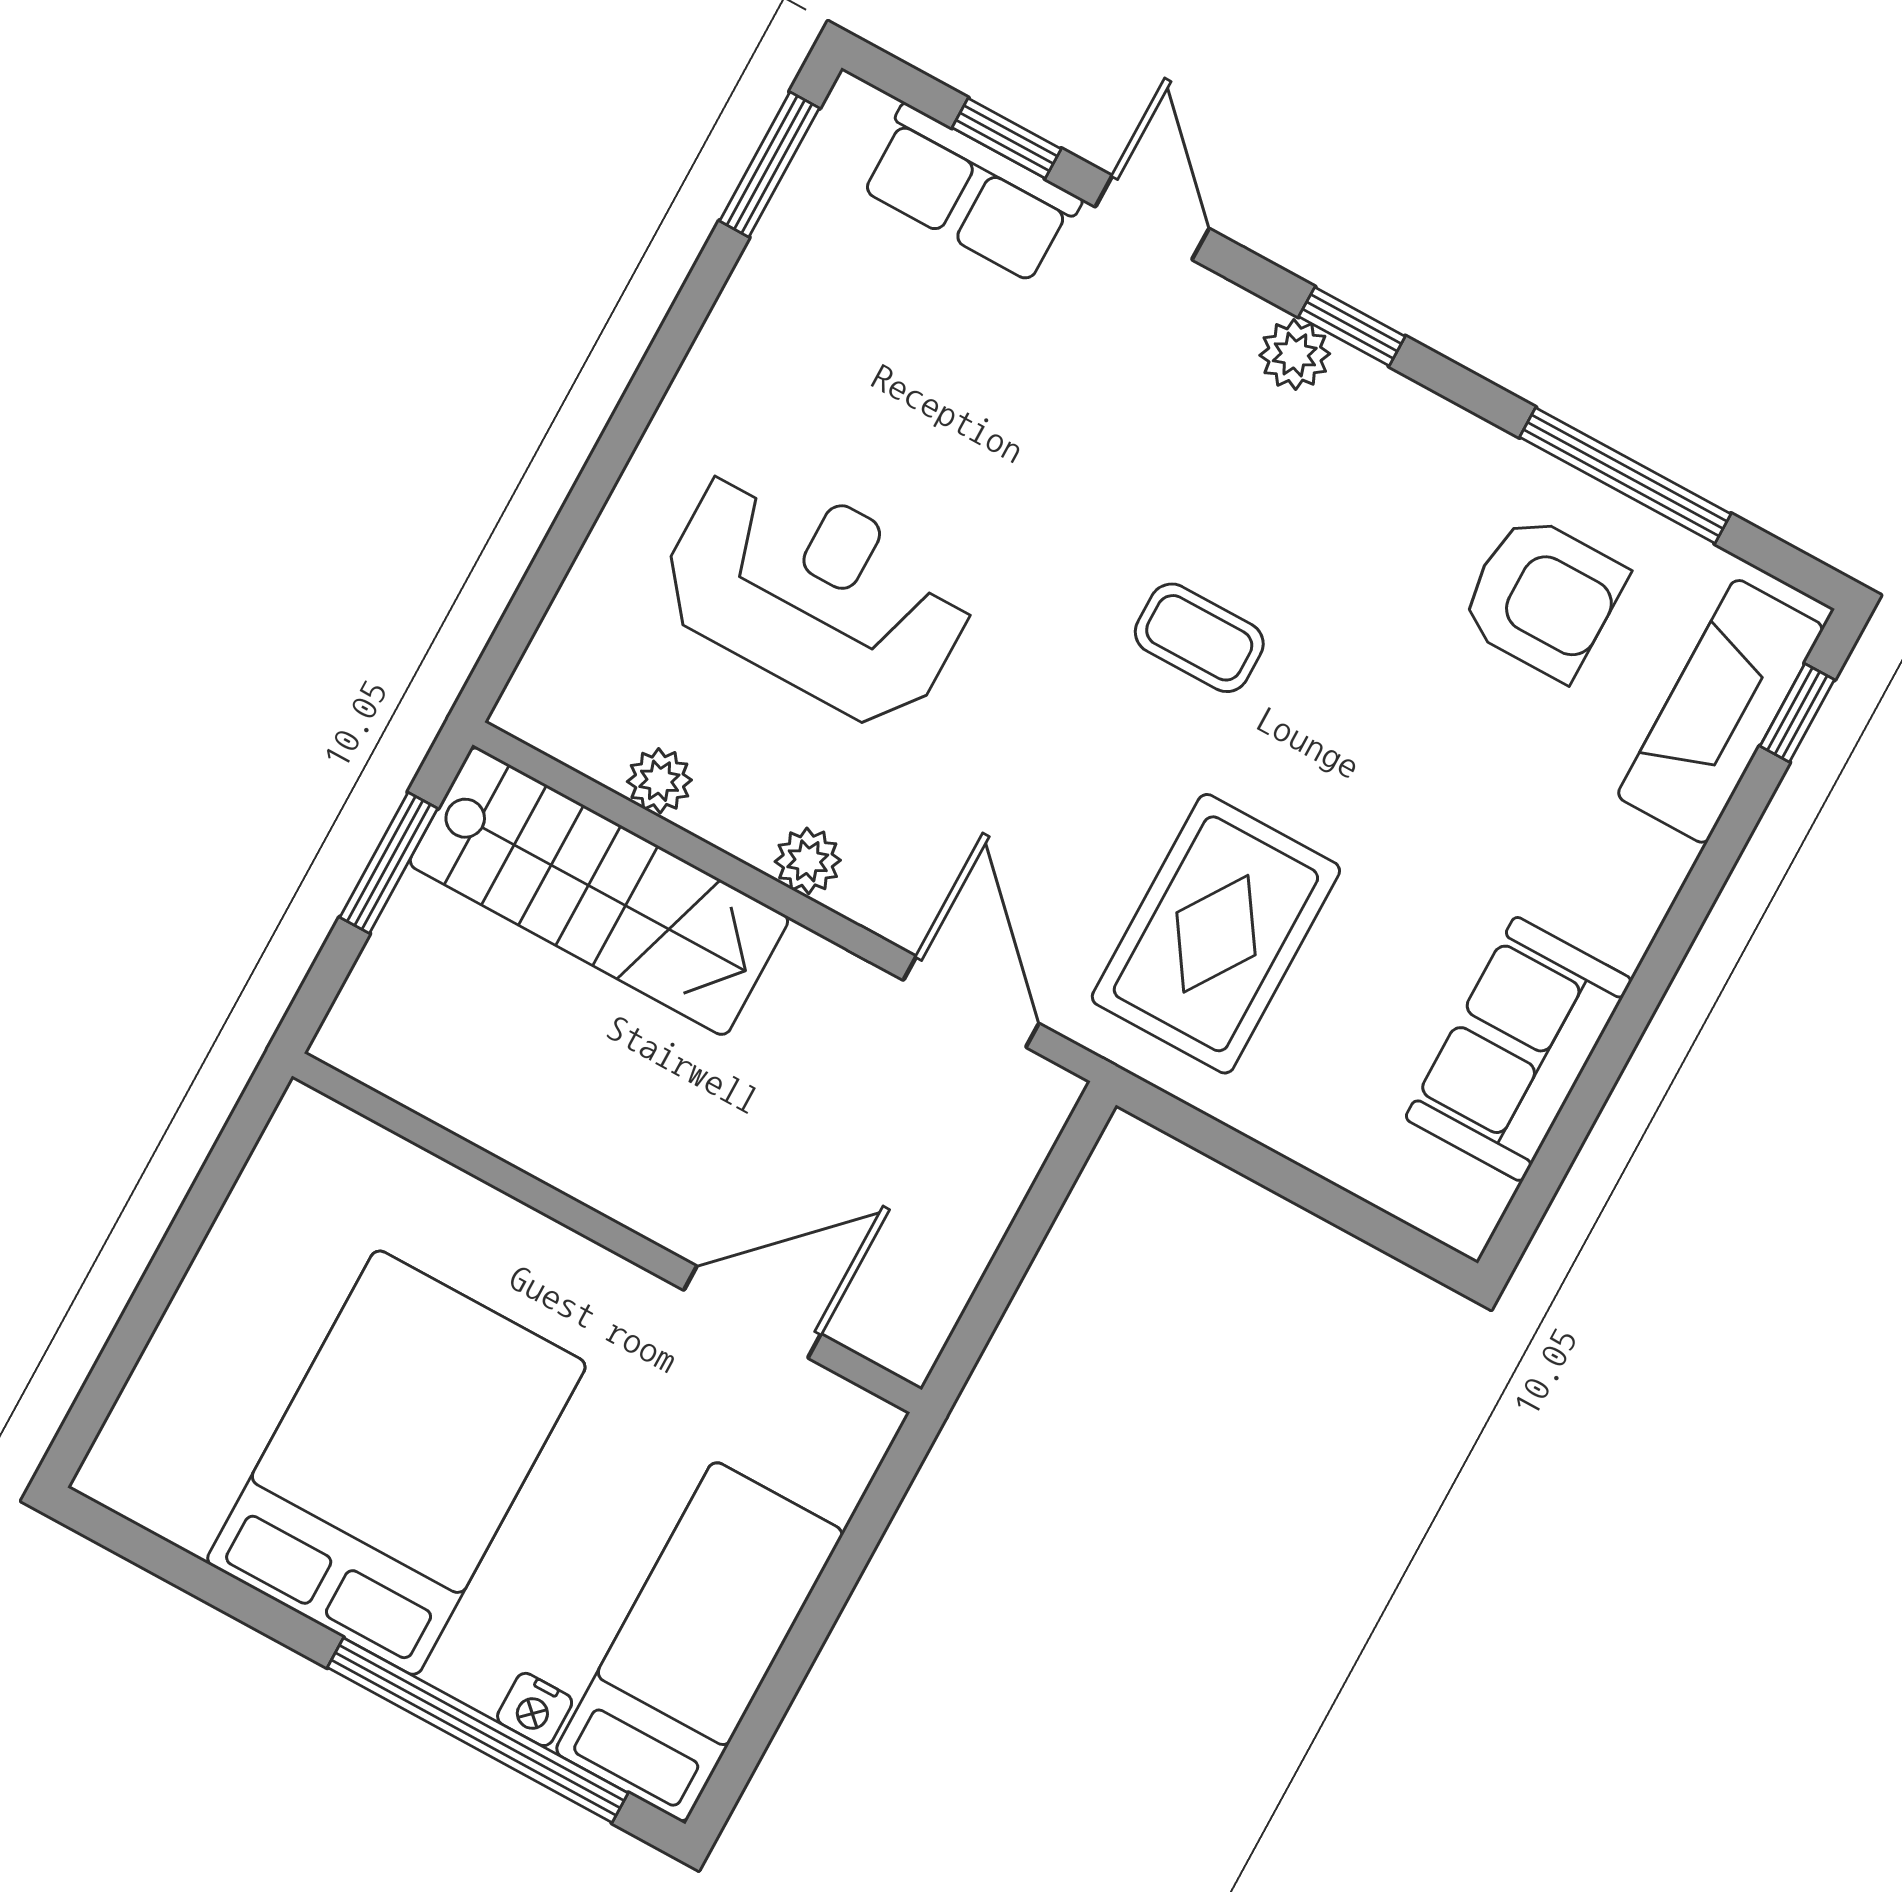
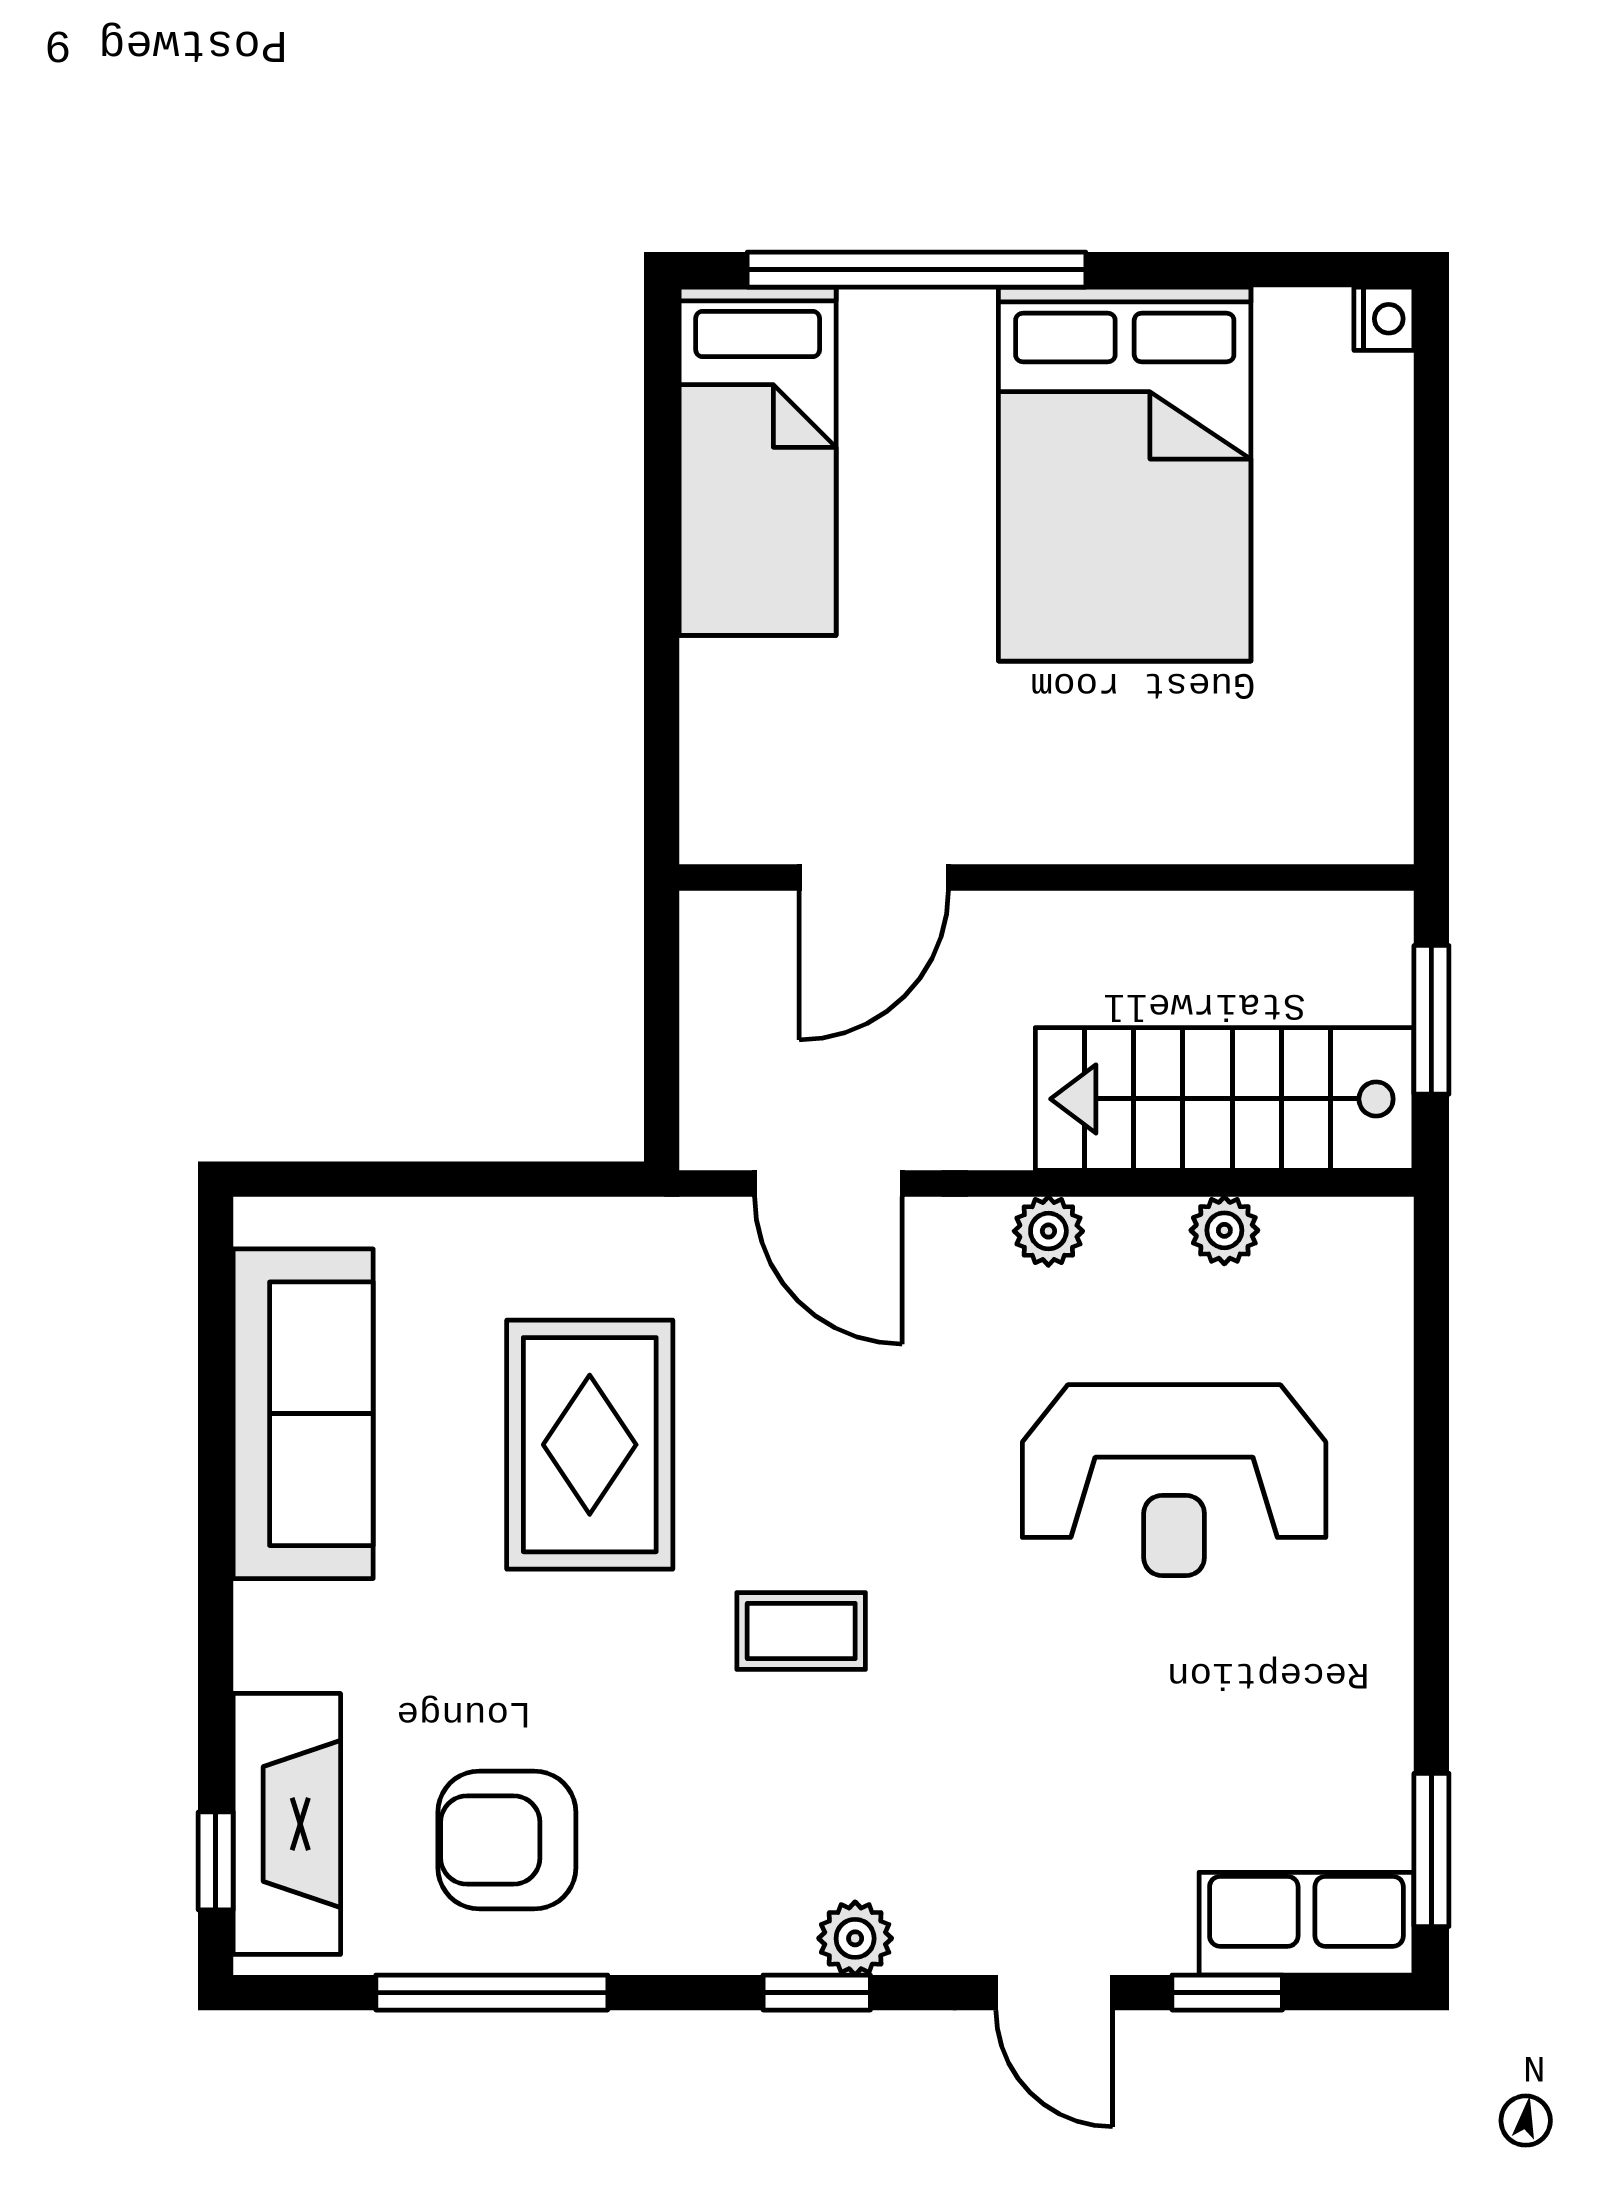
row of seats: (970, 194) -> (1306, 1924), moved
rug: (1216, 934) -> (590, 1445), moved
sofa: (1518, 1049) -> (303, 1414), width x1.36
wall: (607, 1233) -> (1047, 877), moved
door: (752, 1312) -> (874, 877), moved
nightstand: (535, 1709) -> (1384, 319), moved, turned 90

